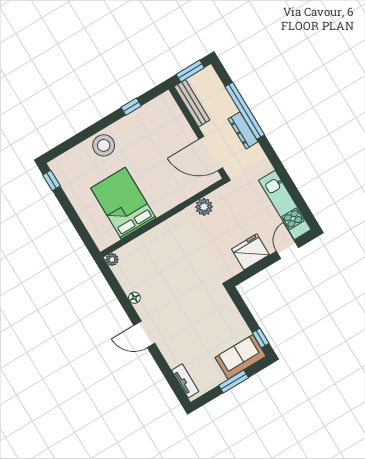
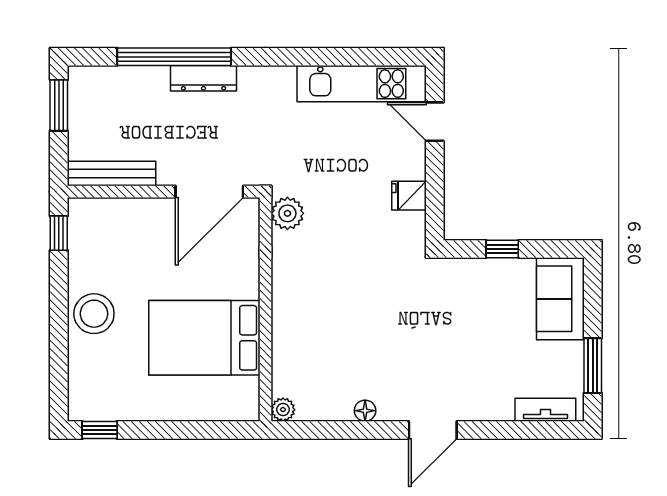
bench: (192, 103) -> (112, 174), moved
wall: (198, 132) -> (164, 192), moved
door: (211, 154) -> (209, 192), moved
fridge: (250, 252) -> (409, 196), width x0.53, depth x0.75
window: (261, 338) -> (502, 249), moved
window: (234, 381) -> (593, 366), moved

